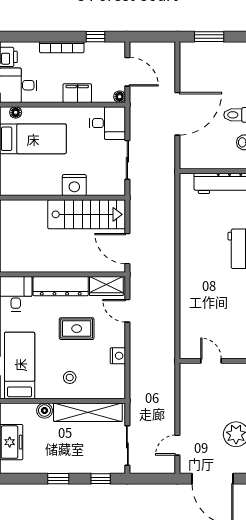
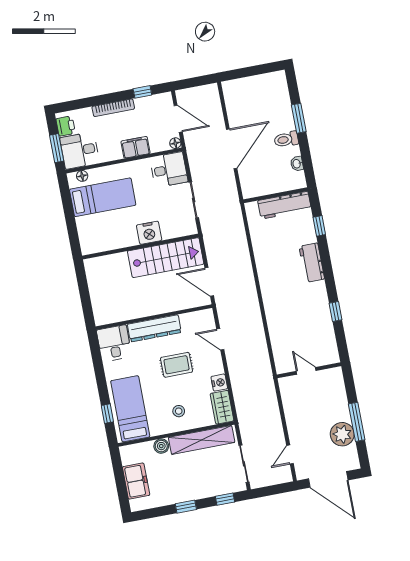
window: (209, 37) -> (247, 72), removed
wardrobe: (106, 286) -> (222, 407), moved, turned 90

